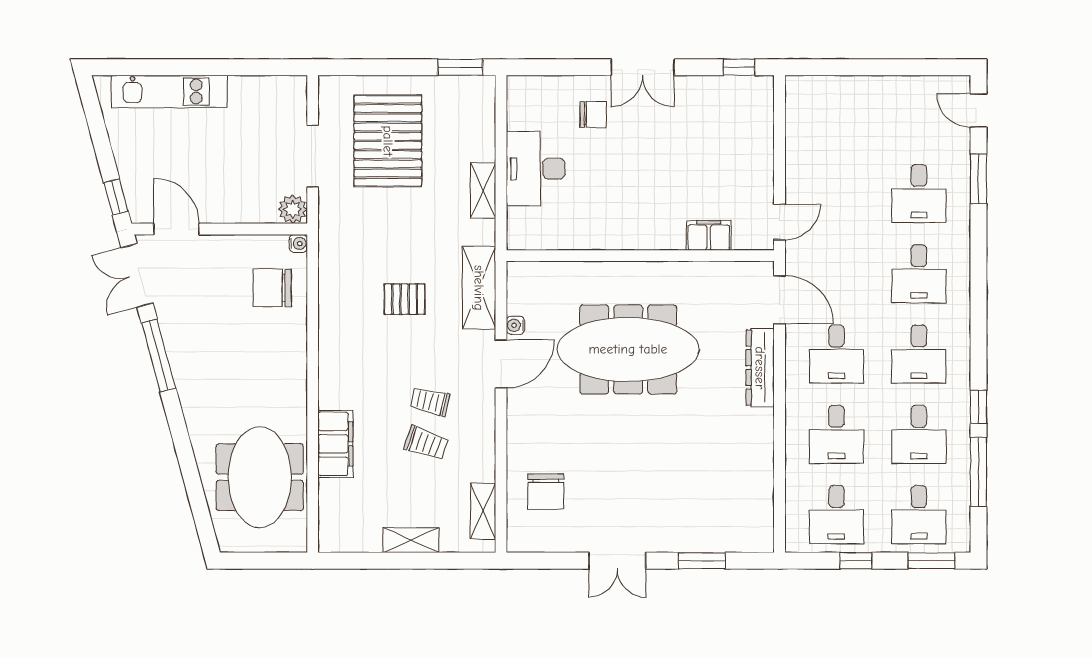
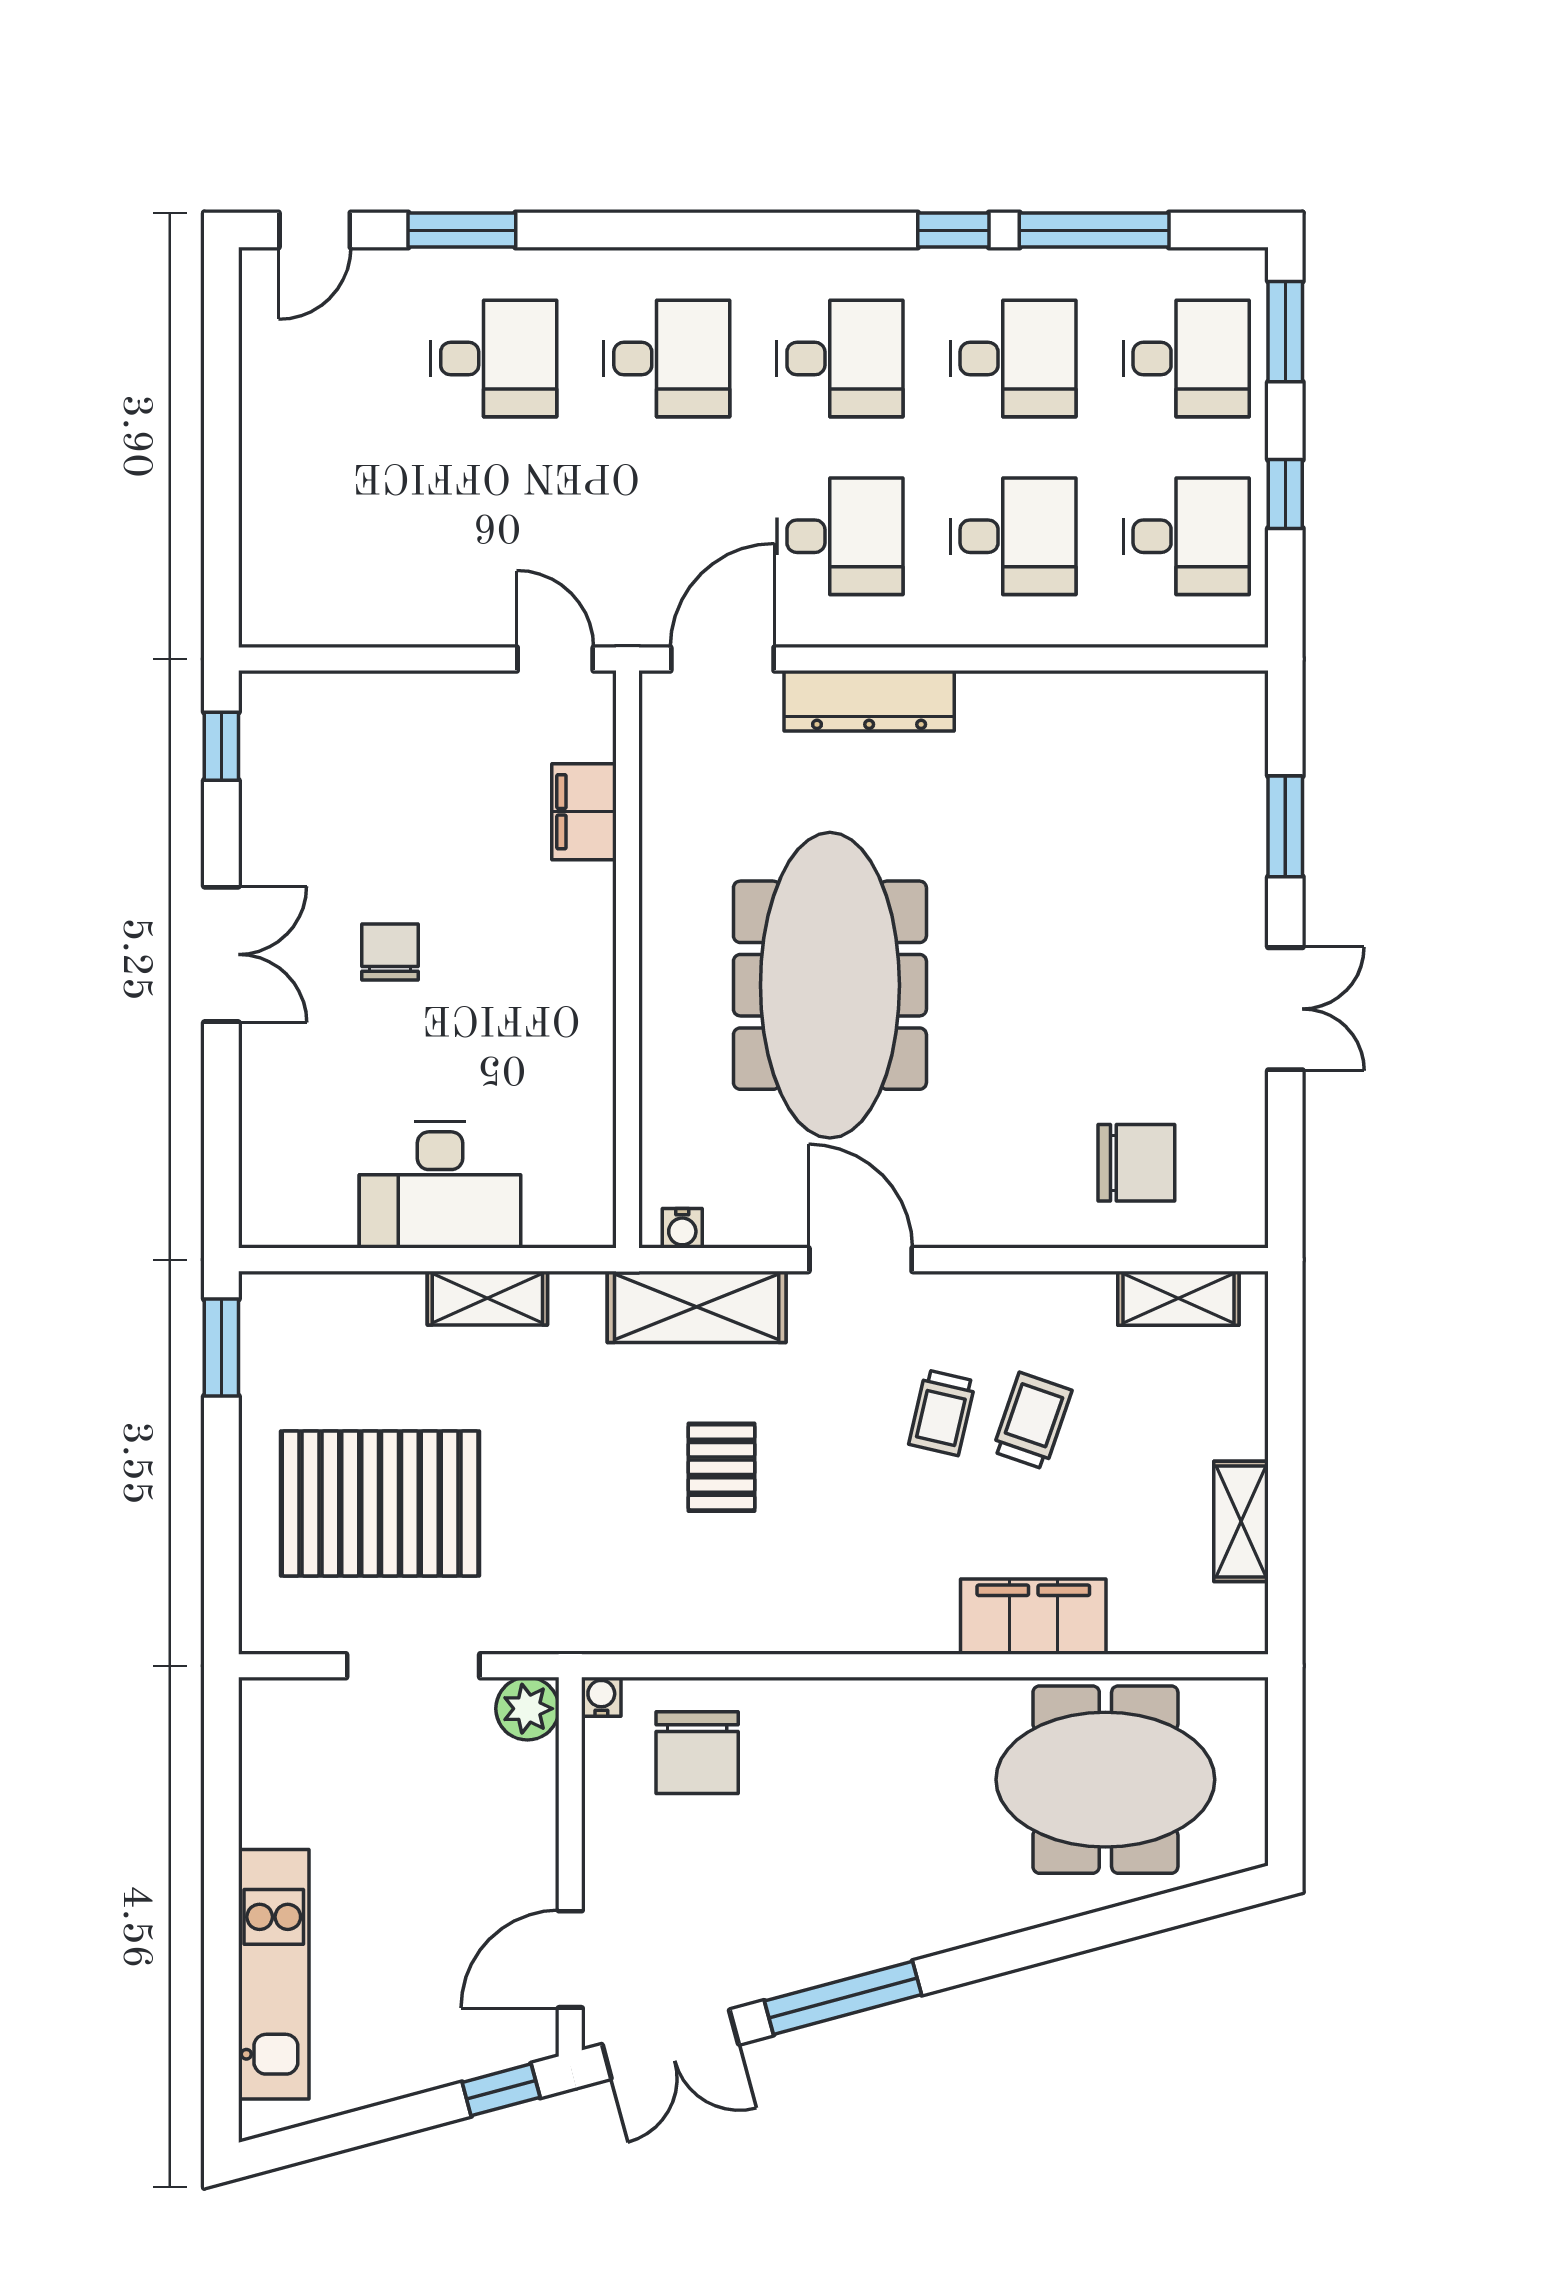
chair: (593, 115) -> (390, 952), moved
water cooler: (515, 325) -> (682, 1228), moved
shelving: (411, 540) -> (1241, 1521), moved

